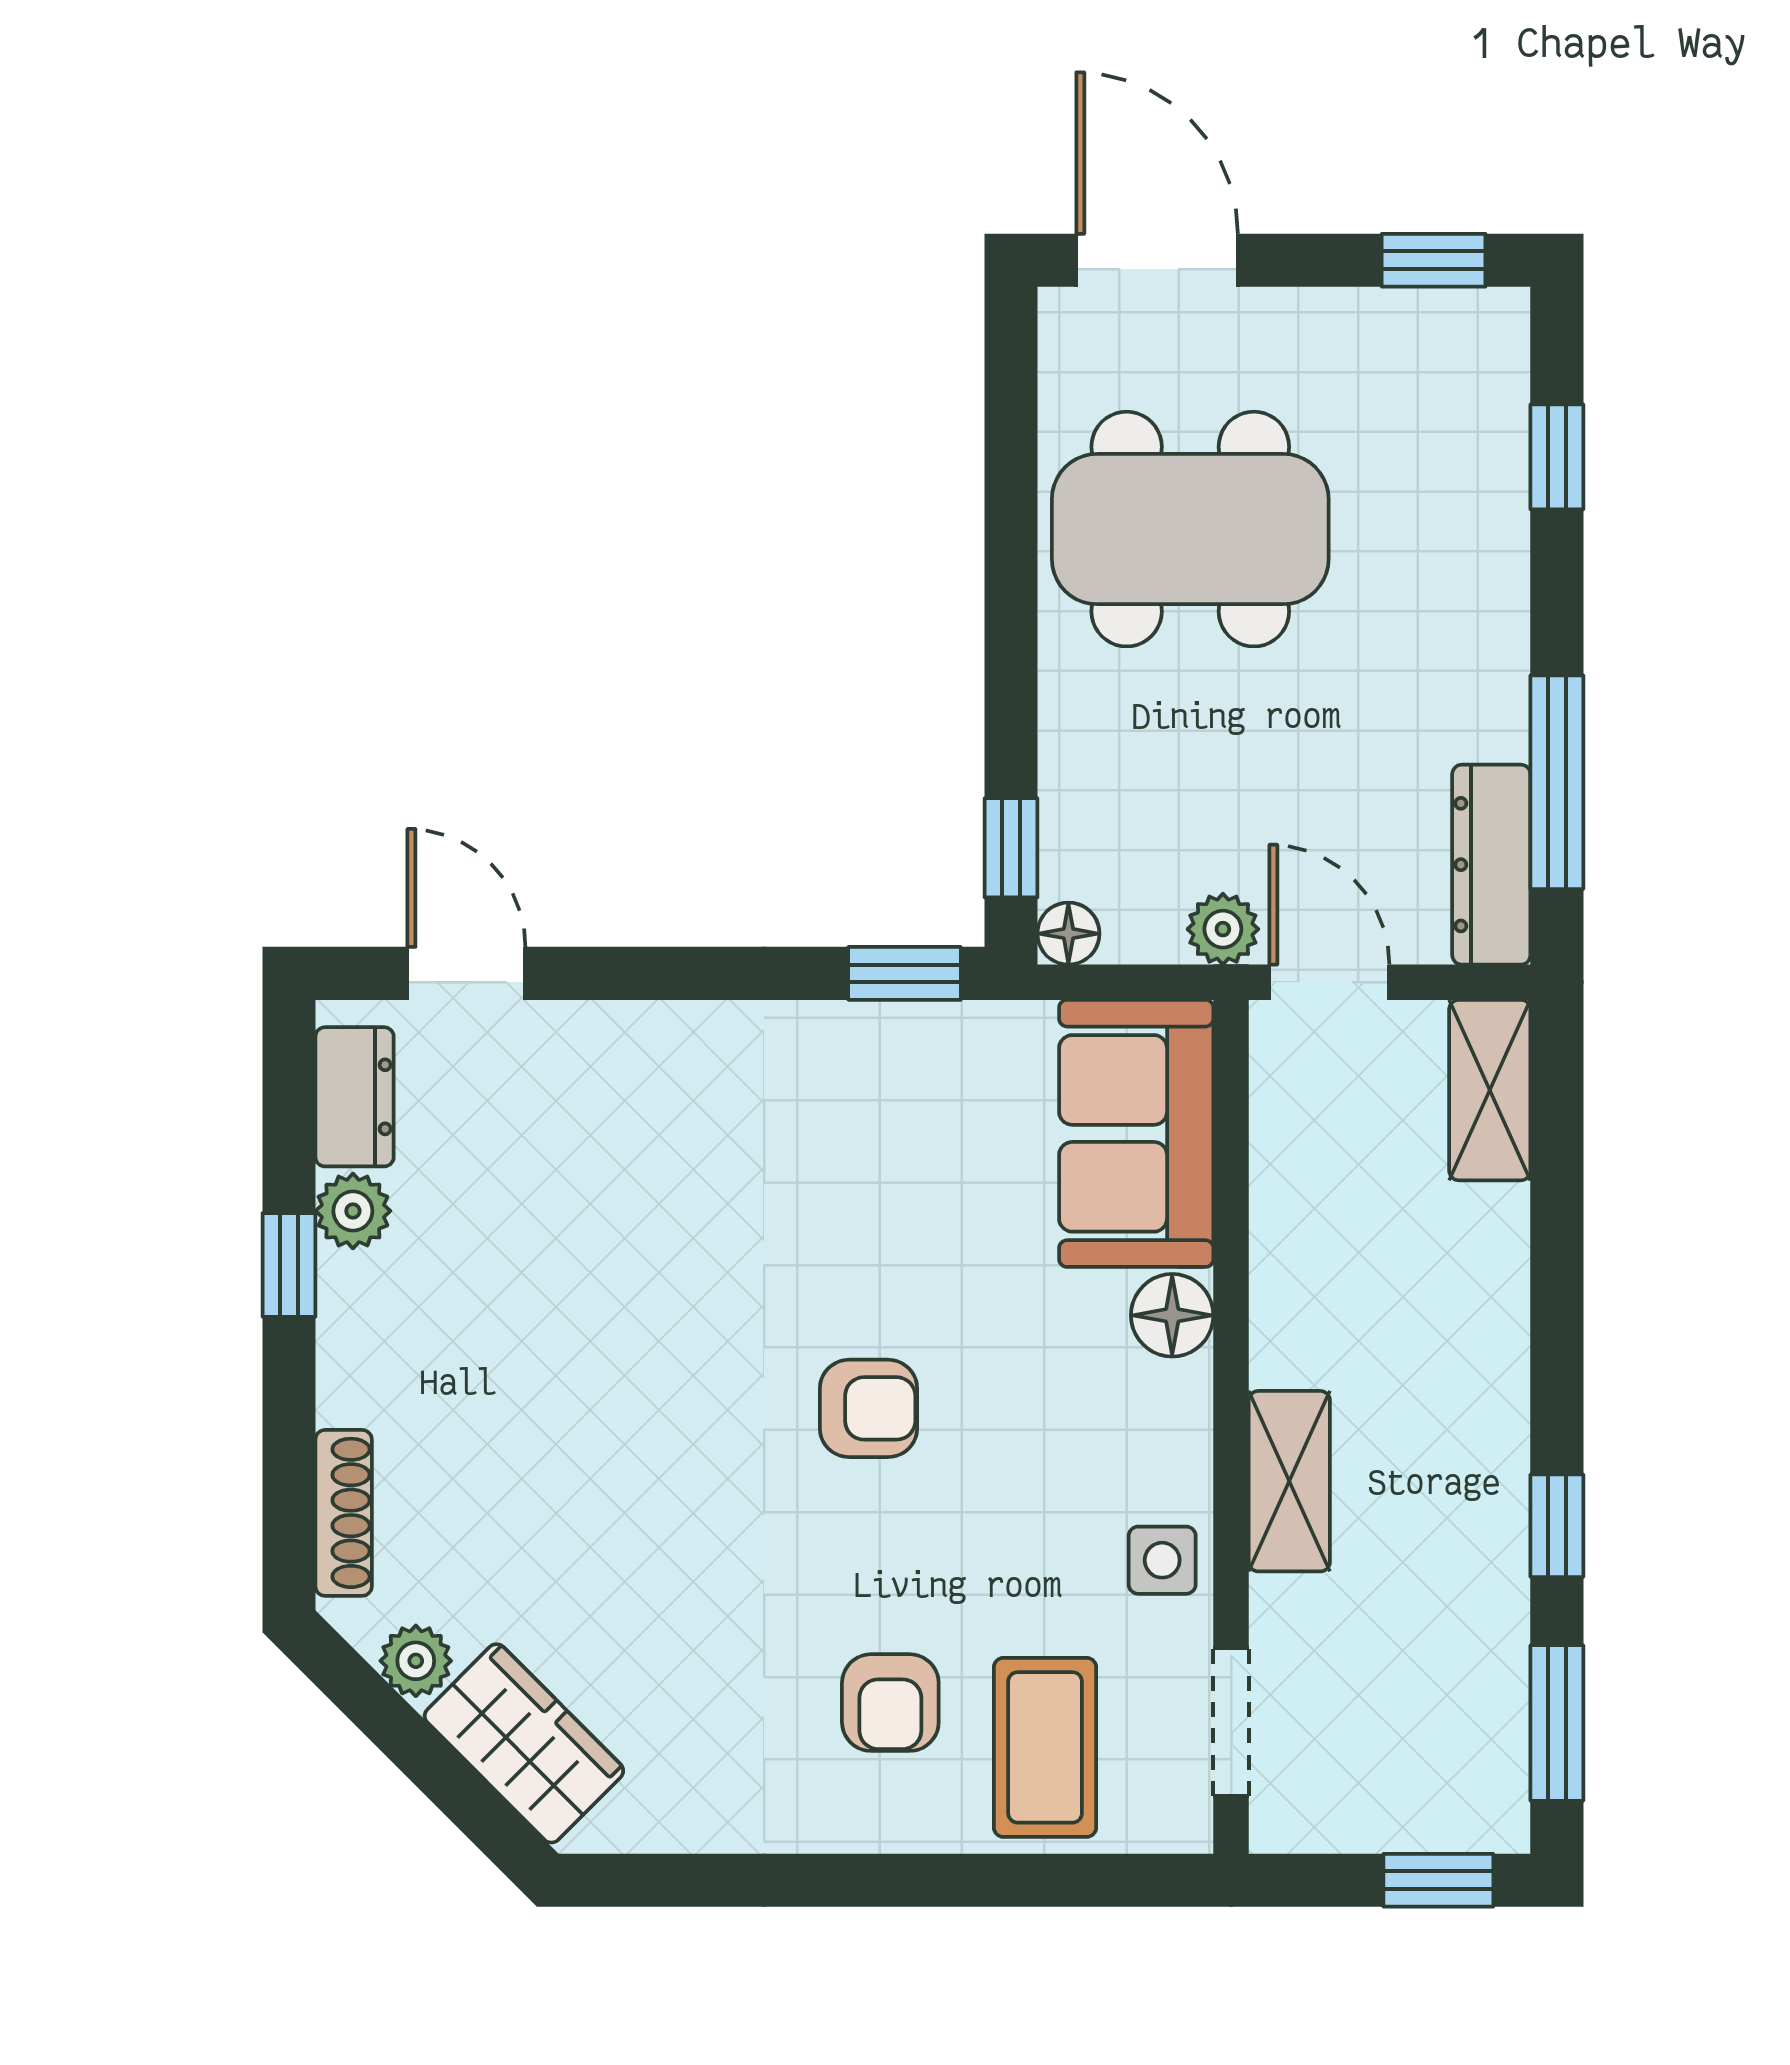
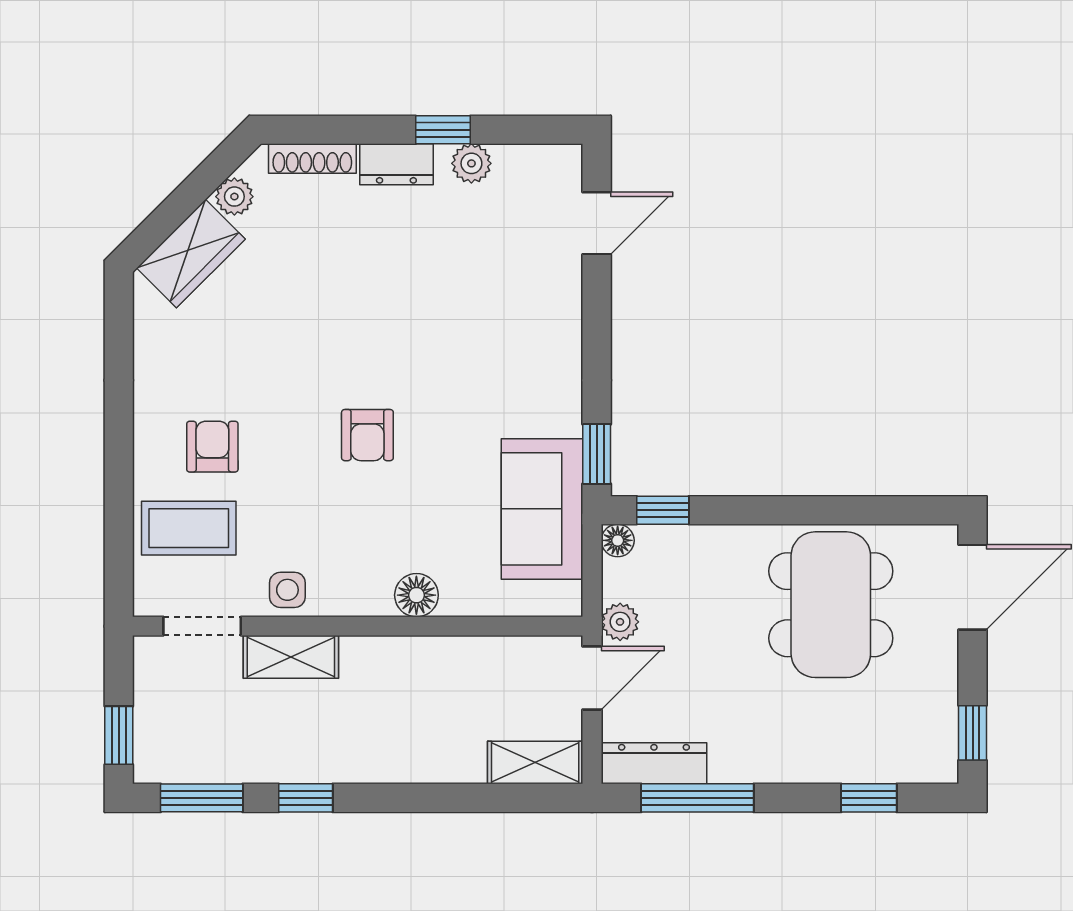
dresser: (355, 1097) -> (396, 164), moved
sofa: (1136, 1133) -> (542, 509), moved, turned -90
shelving: (1289, 1481) -> (291, 657), moved
armchair: (890, 1703) -> (212, 447), turned 90

